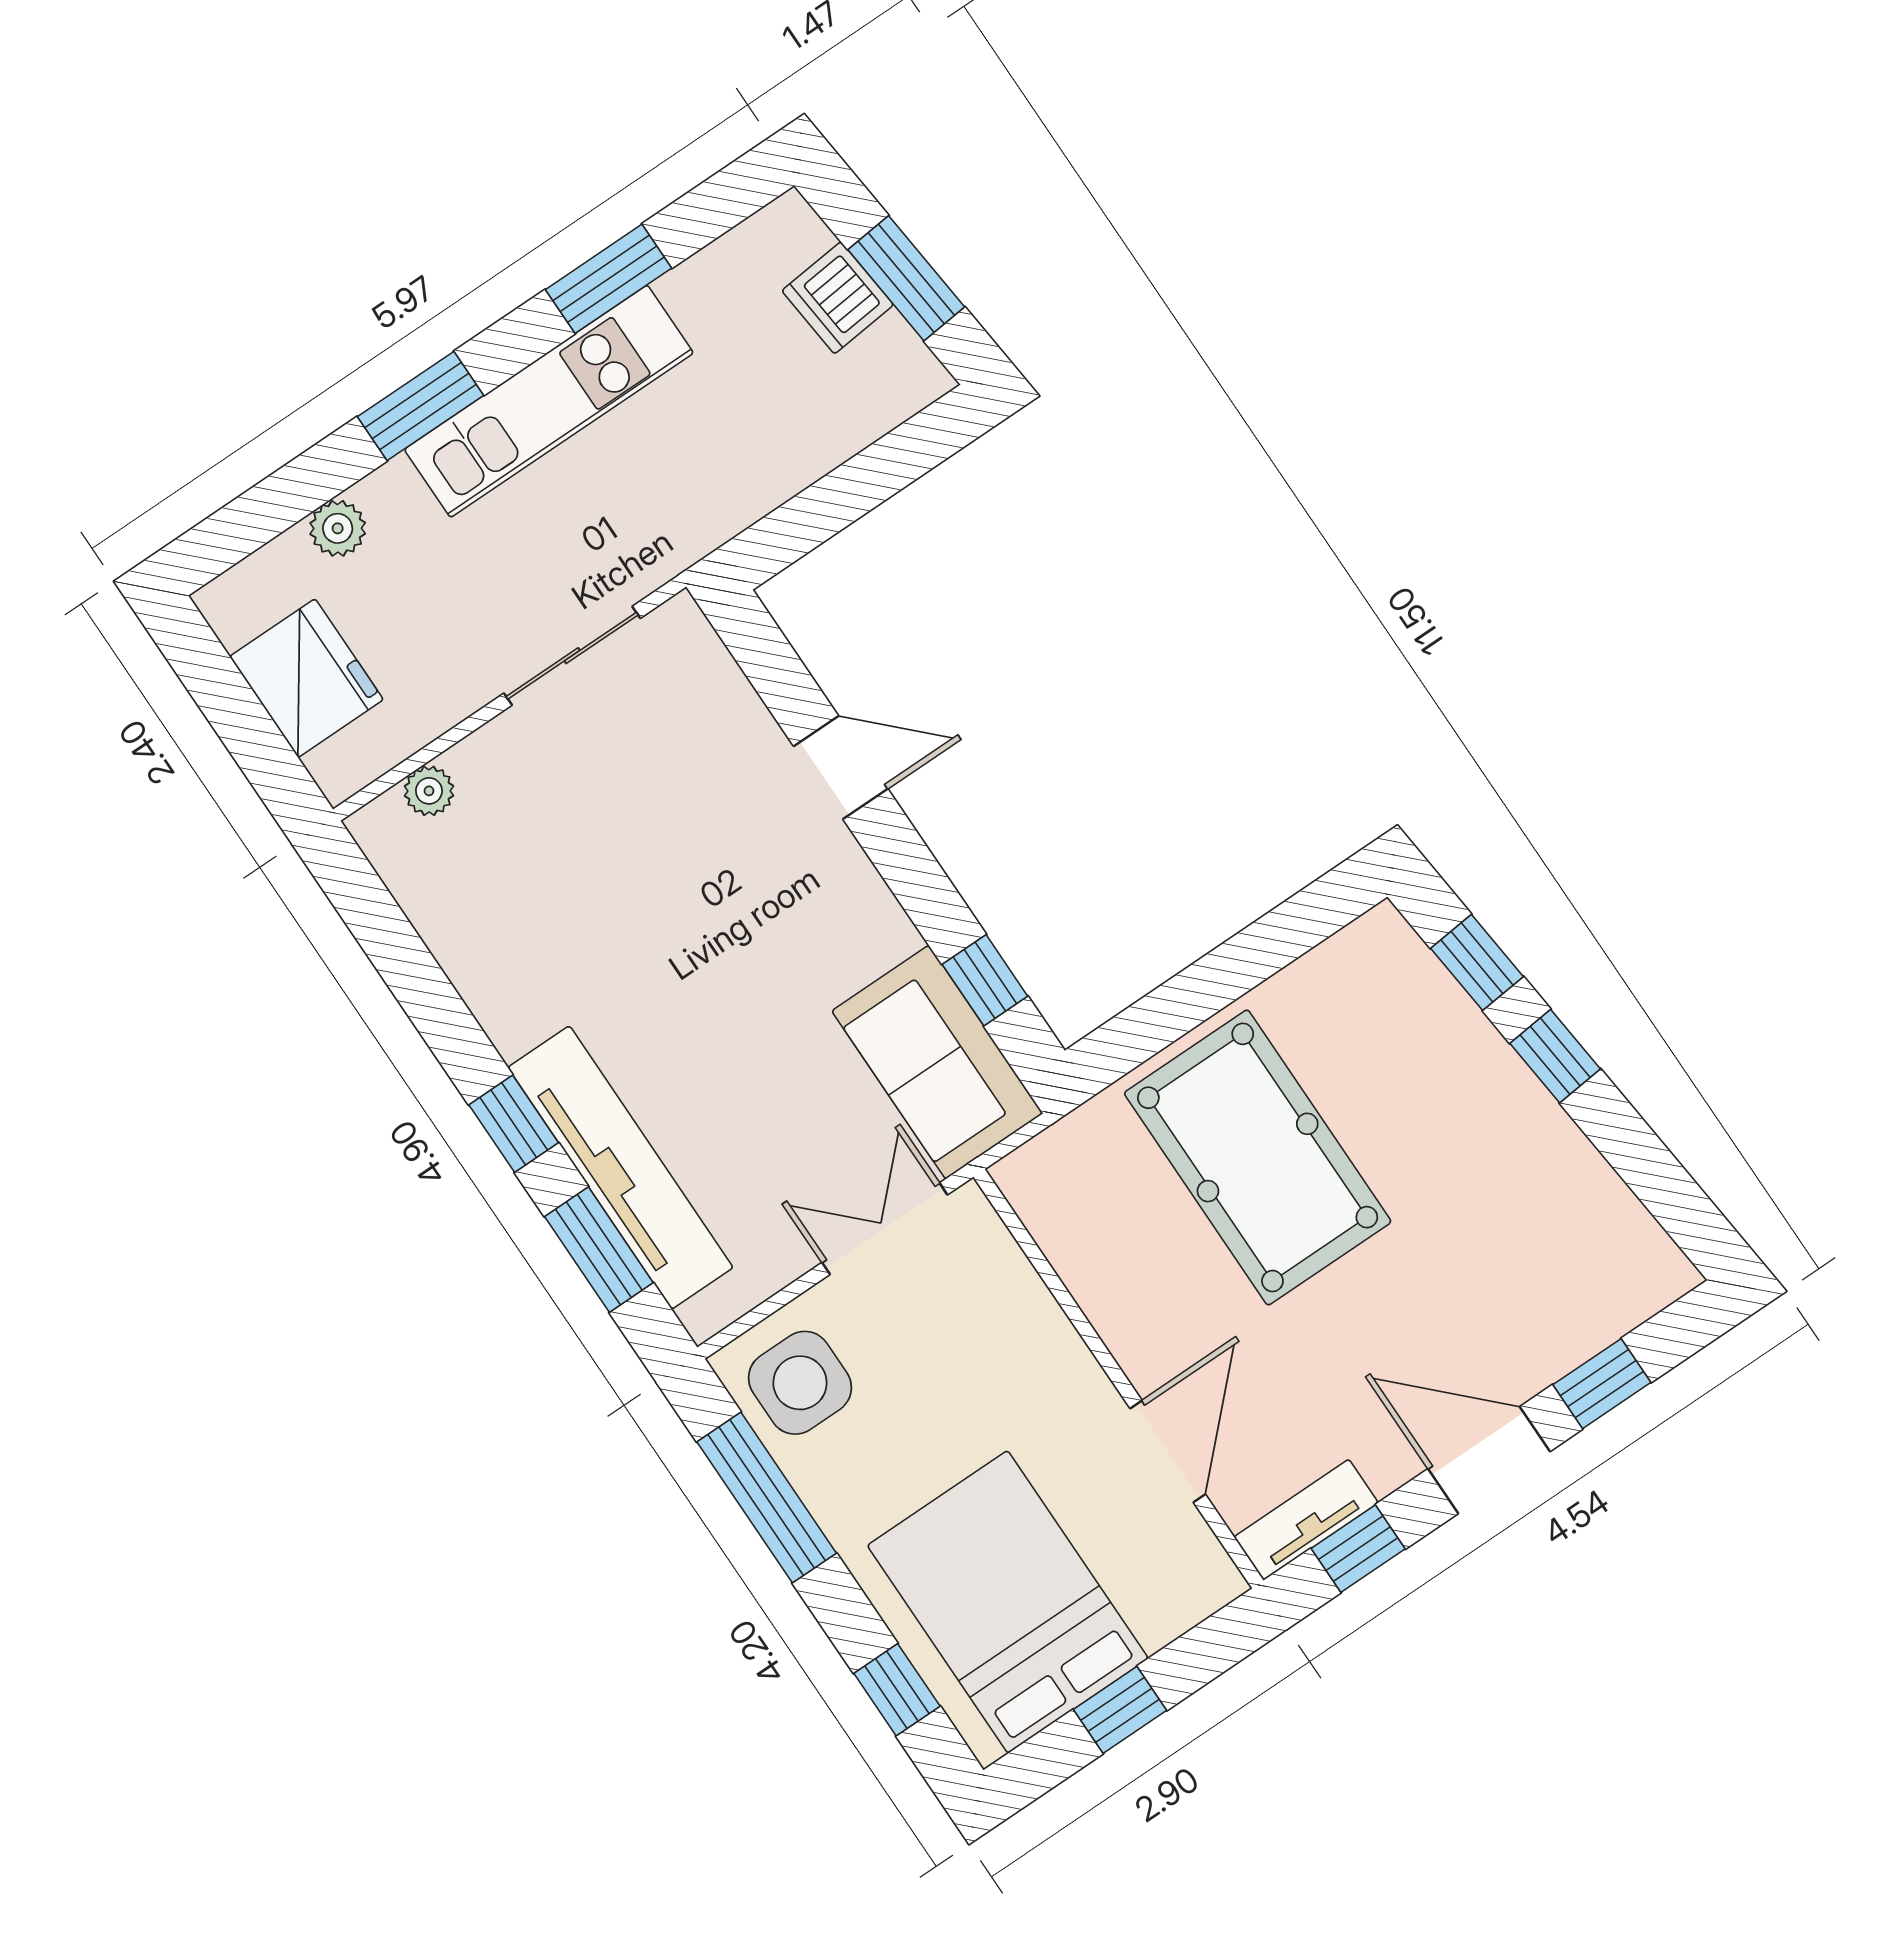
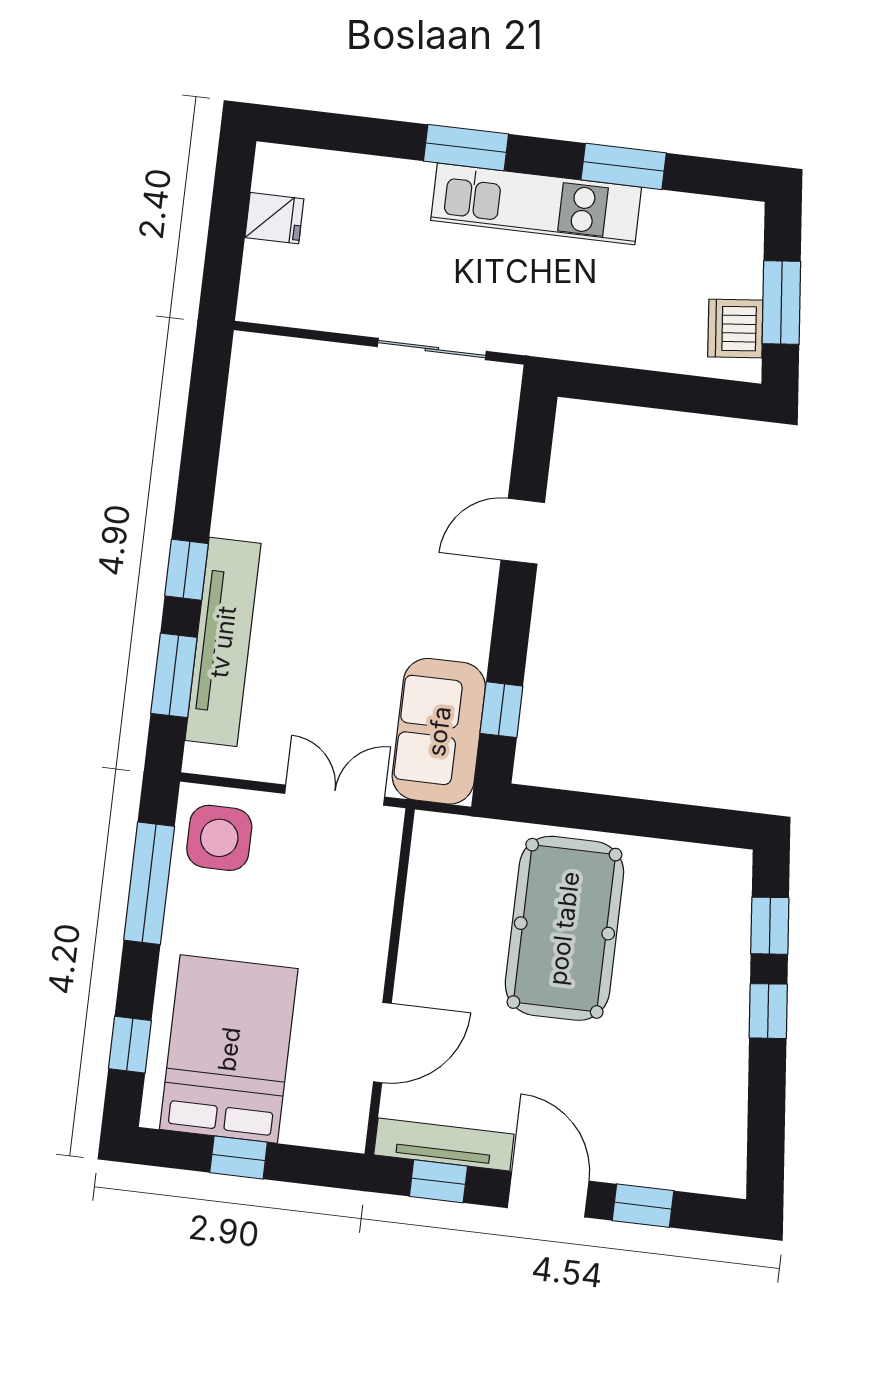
dishwasher: (838, 298) -> (735, 329), moved
plant: (338, 528) -> (366, 174), removed
fridge: (307, 678) -> (274, 218), width x0.53, depth x0.75
door: (841, 767) -> (523, 531), swing flipped
plant: (429, 791) -> (294, 355), removed
tv unit: (1306, 1520) -> (444, 1145), width x1.41

